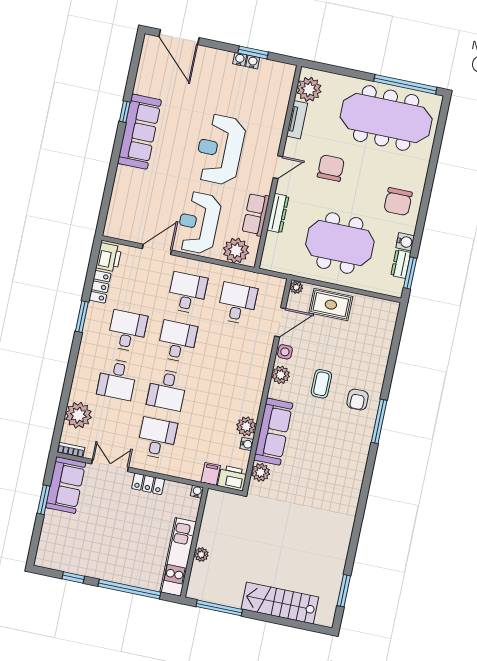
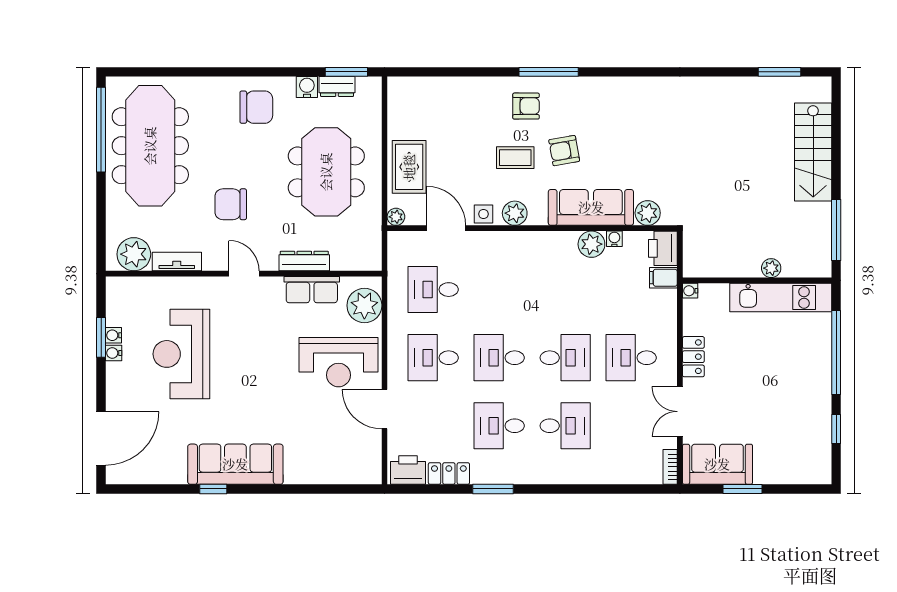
reception desk: (220, 149) -> (181, 354), moved, turned 90
plant: (78, 415) -> (623, 467), removed
armchair: (319, 421) -> (564, 151), added

